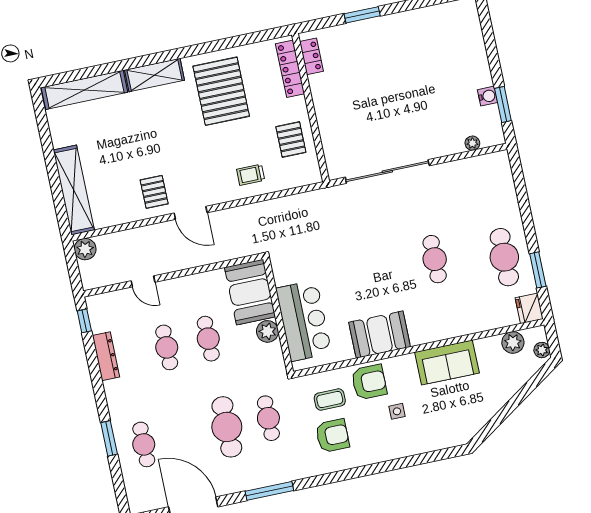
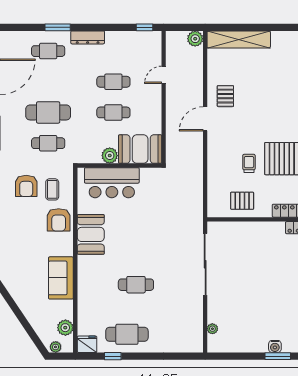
water cooler: (488, 96) -> (275, 346), moved
window: (503, 104) -> (278, 356), moved
trolley: (251, 175) -> (249, 163), moved
pallet: (154, 192) -> (225, 96), turned 90
window: (538, 270) -> (113, 356), width x0.67
dresser: (106, 356) -> (88, 37), moved
side table: (397, 411) -> (34, 235), removed

